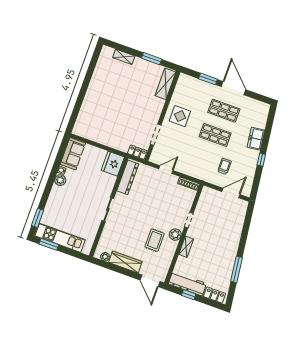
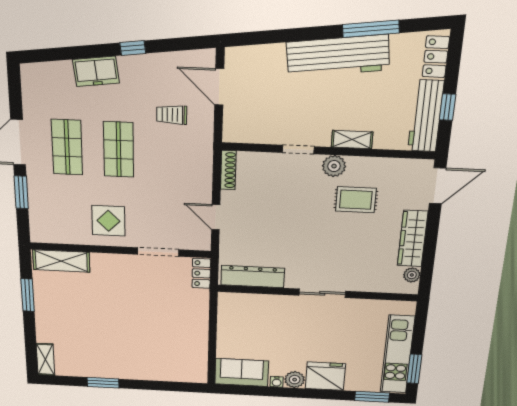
shelving: (124, 57) -> (45, 359), moved
window: (88, 78) -> (103, 383), added
fridge: (113, 164) -> (325, 376), moved, turned 180
workbench: (229, 251) -> (338, 56), added

